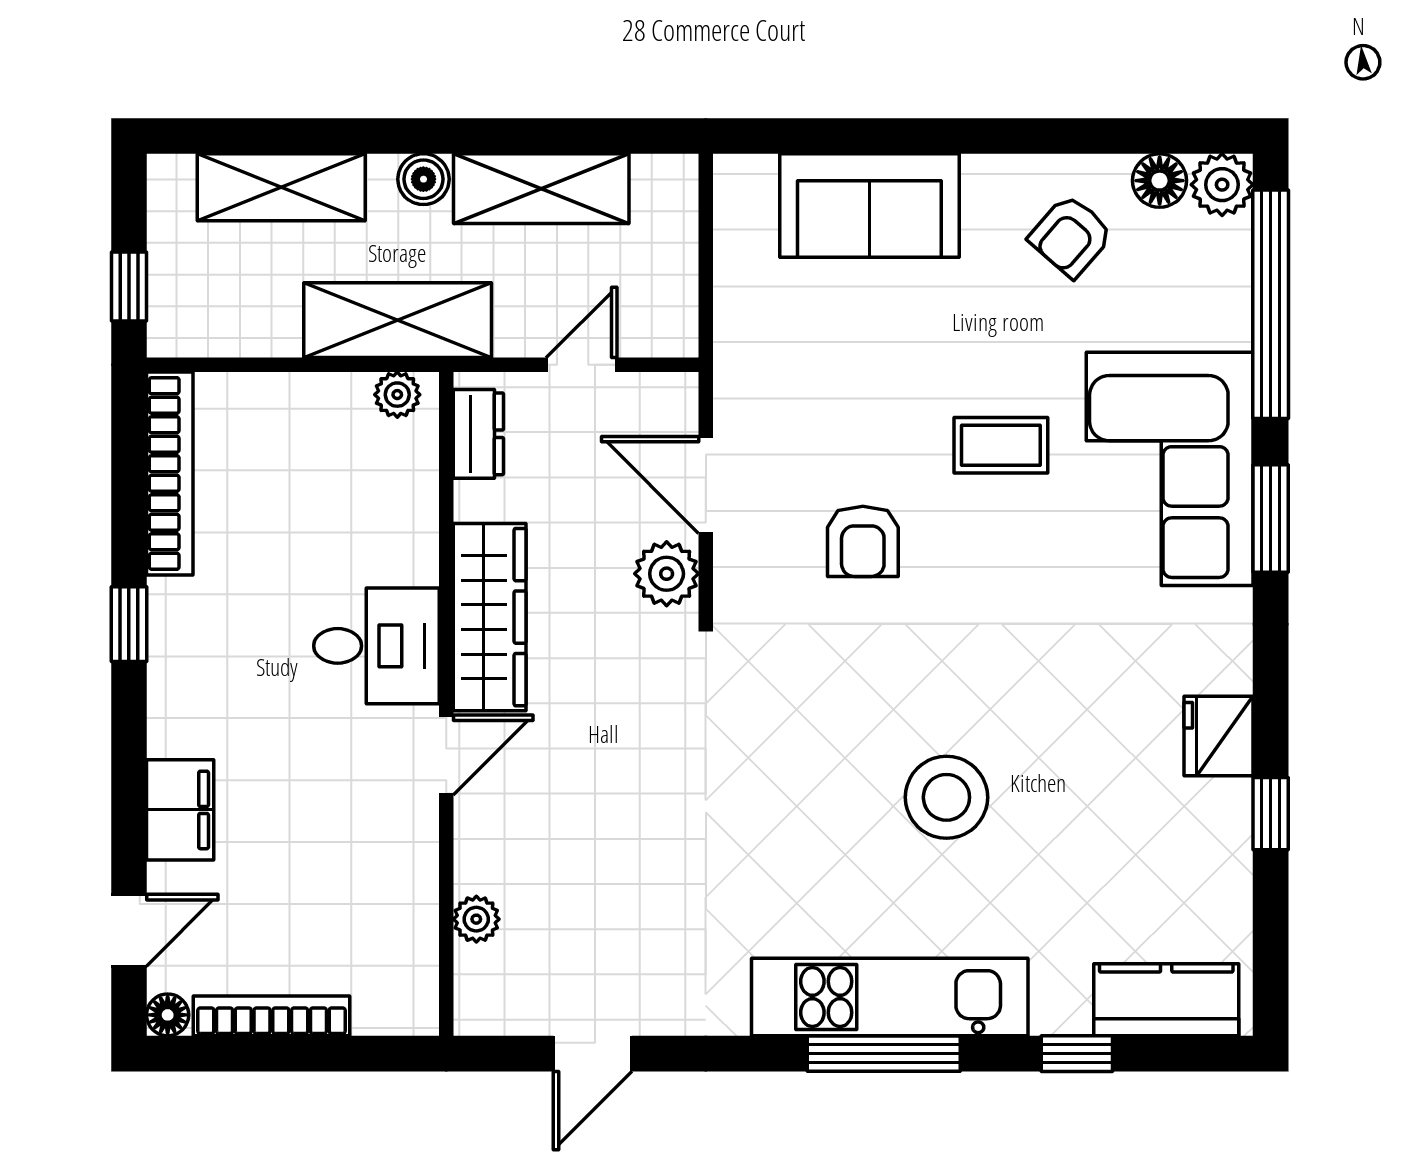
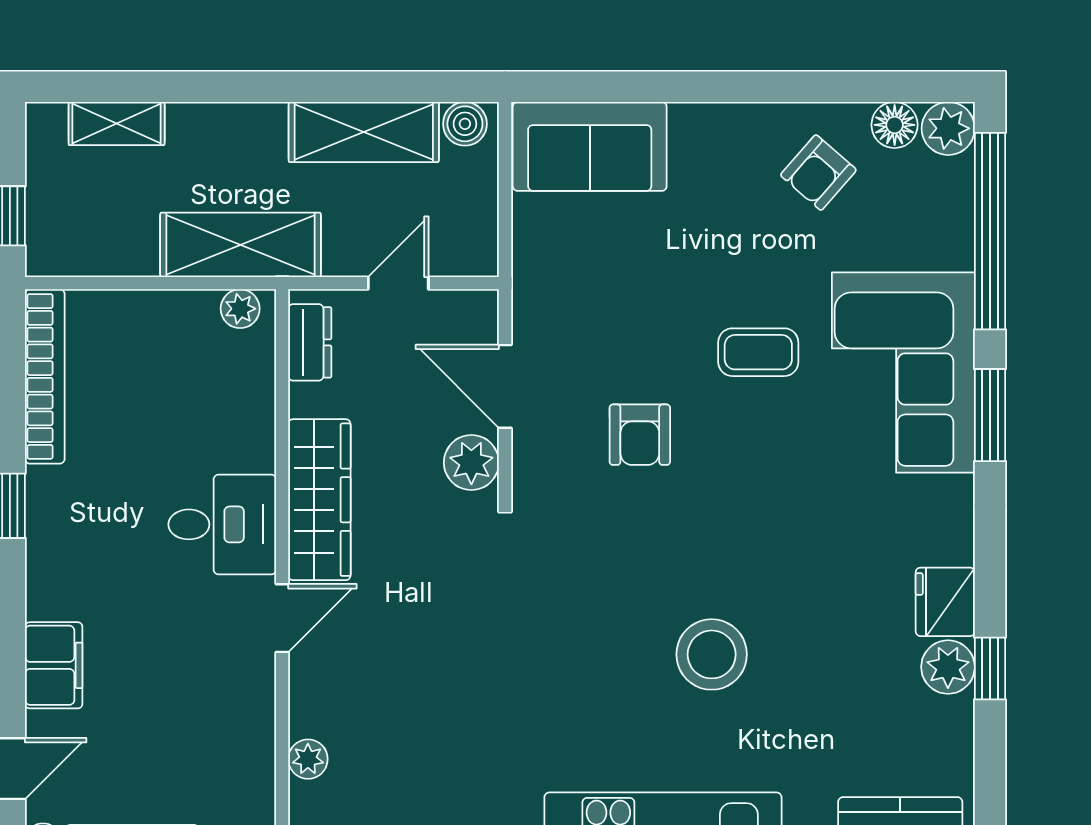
boiler: (423, 179) -> (465, 124), moved
shelving: (281, 187) -> (117, 124), width x0.67, depth x0.75
sofa: (869, 206) -> (590, 146), moved
plant: (1222, 812) -> (948, 667), added

